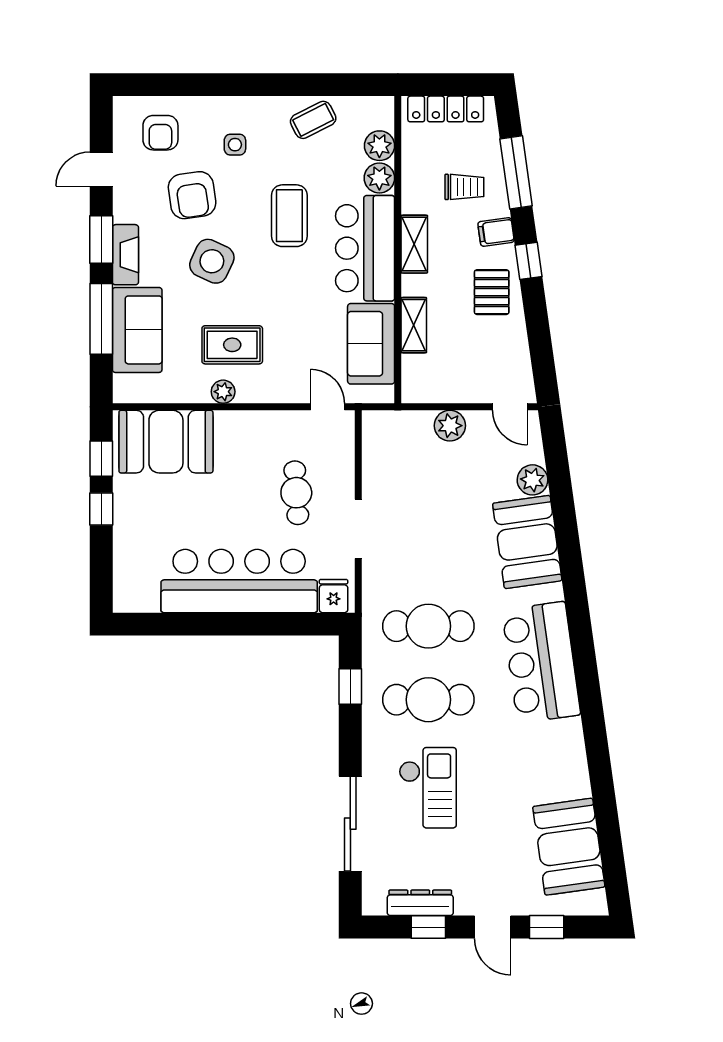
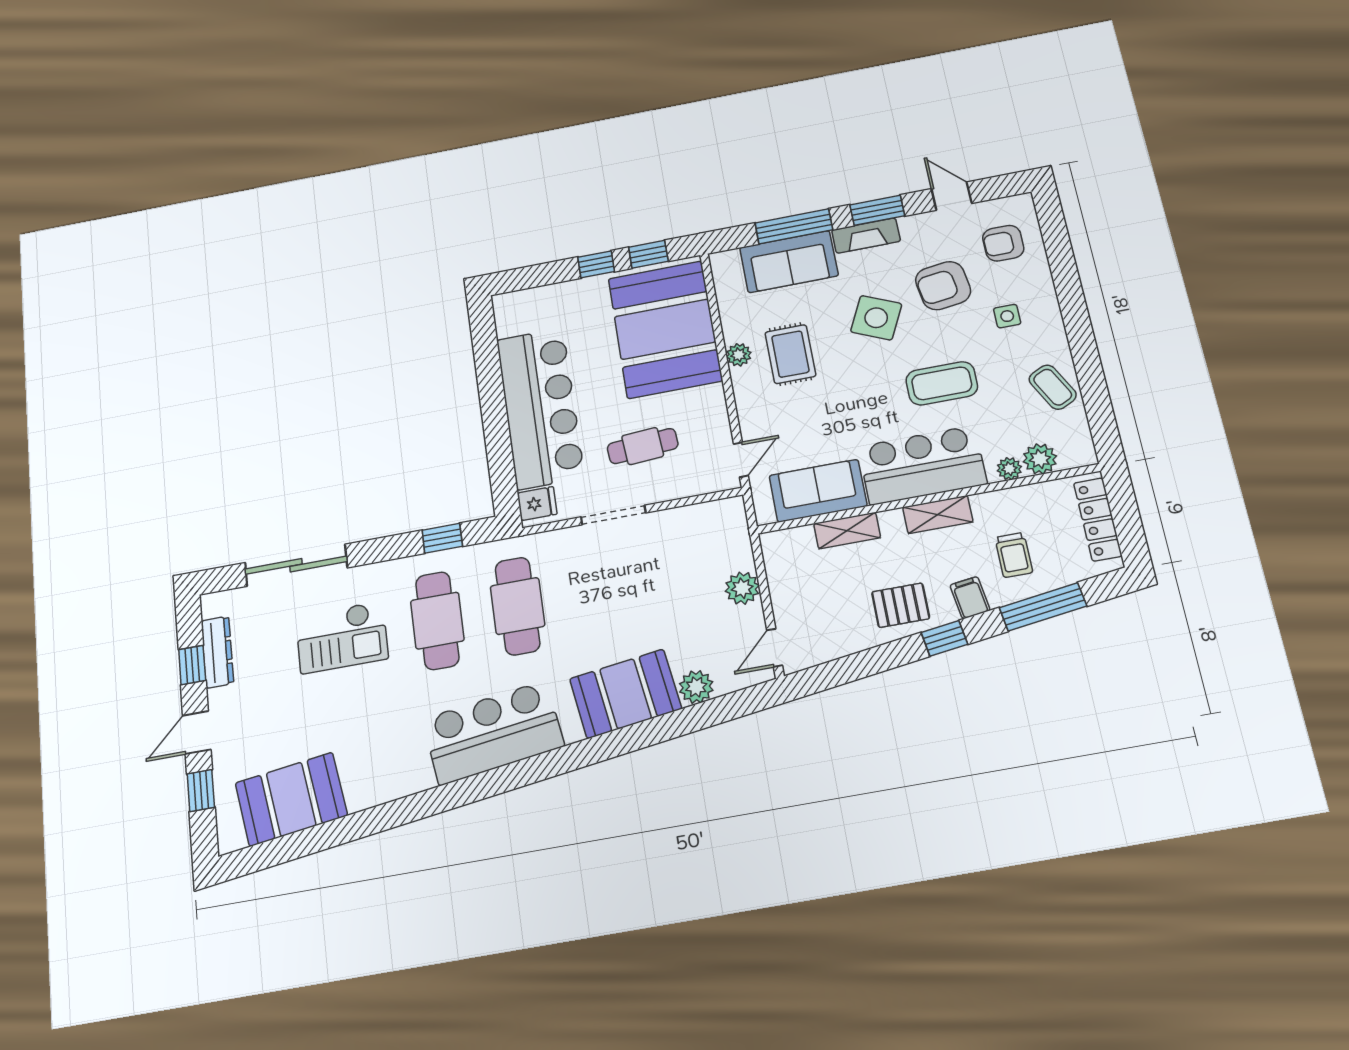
plant: (379, 178) -> (1009, 469), width x0.73, depth x0.73
booth: (166, 442) -> (665, 329), width x1.36, depth x1.42

